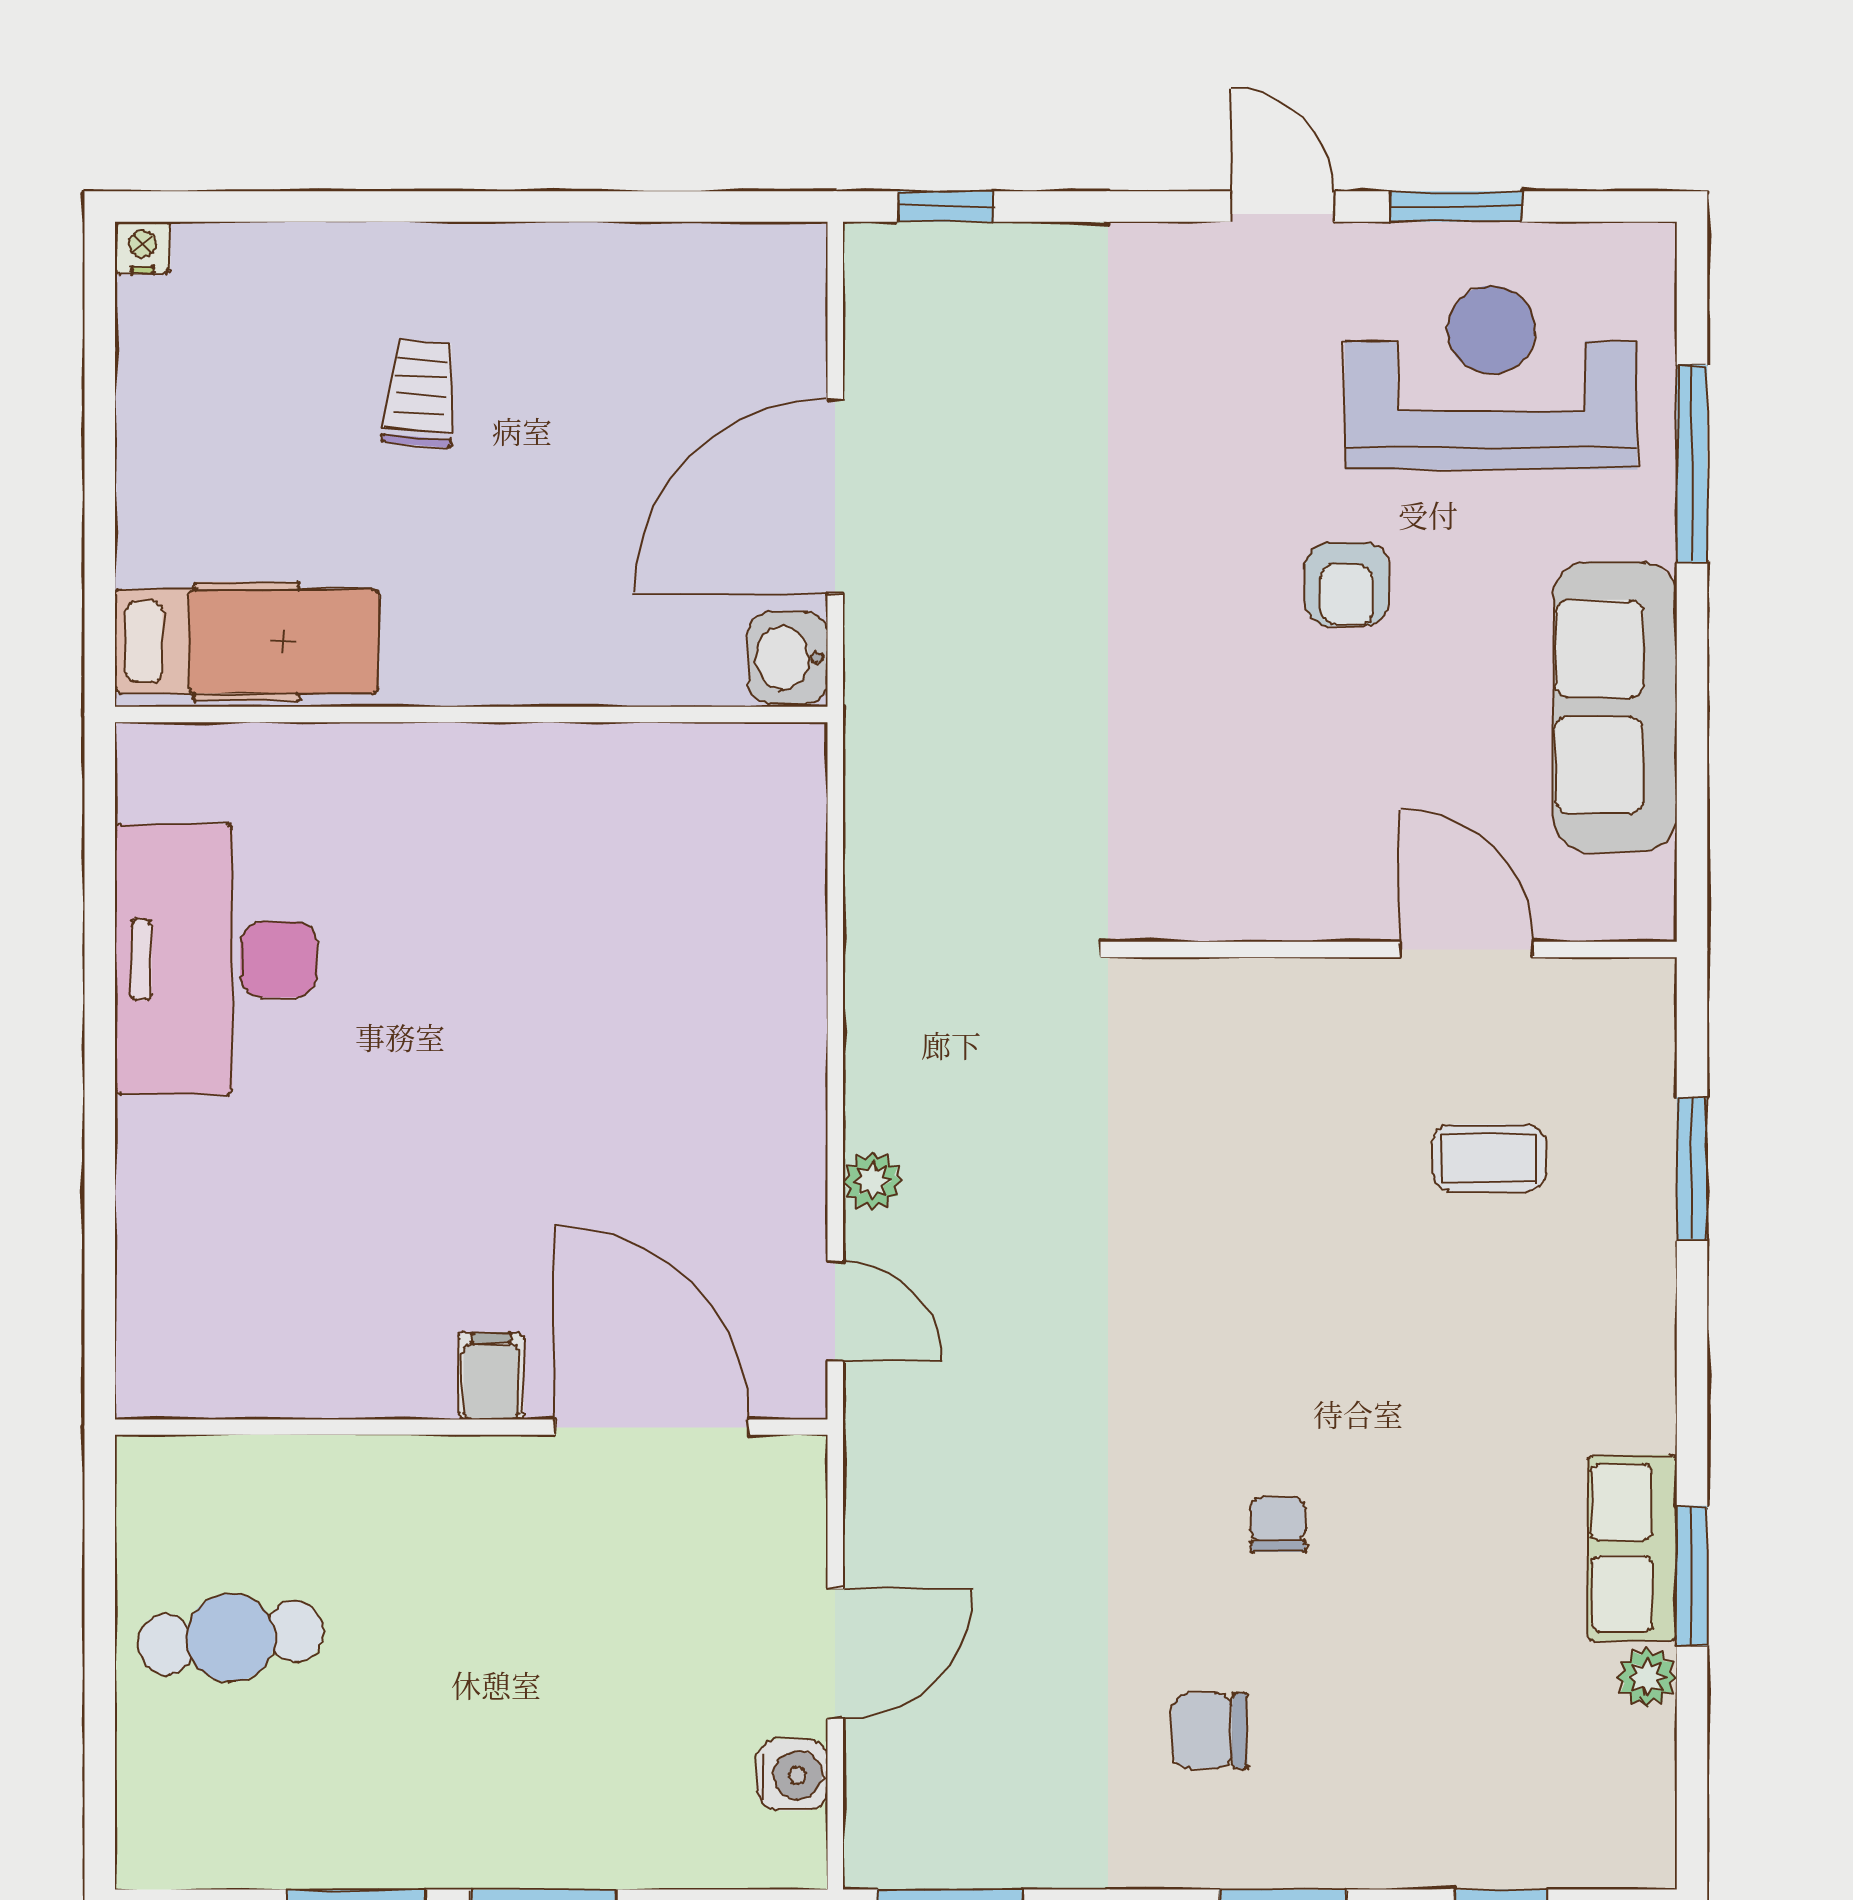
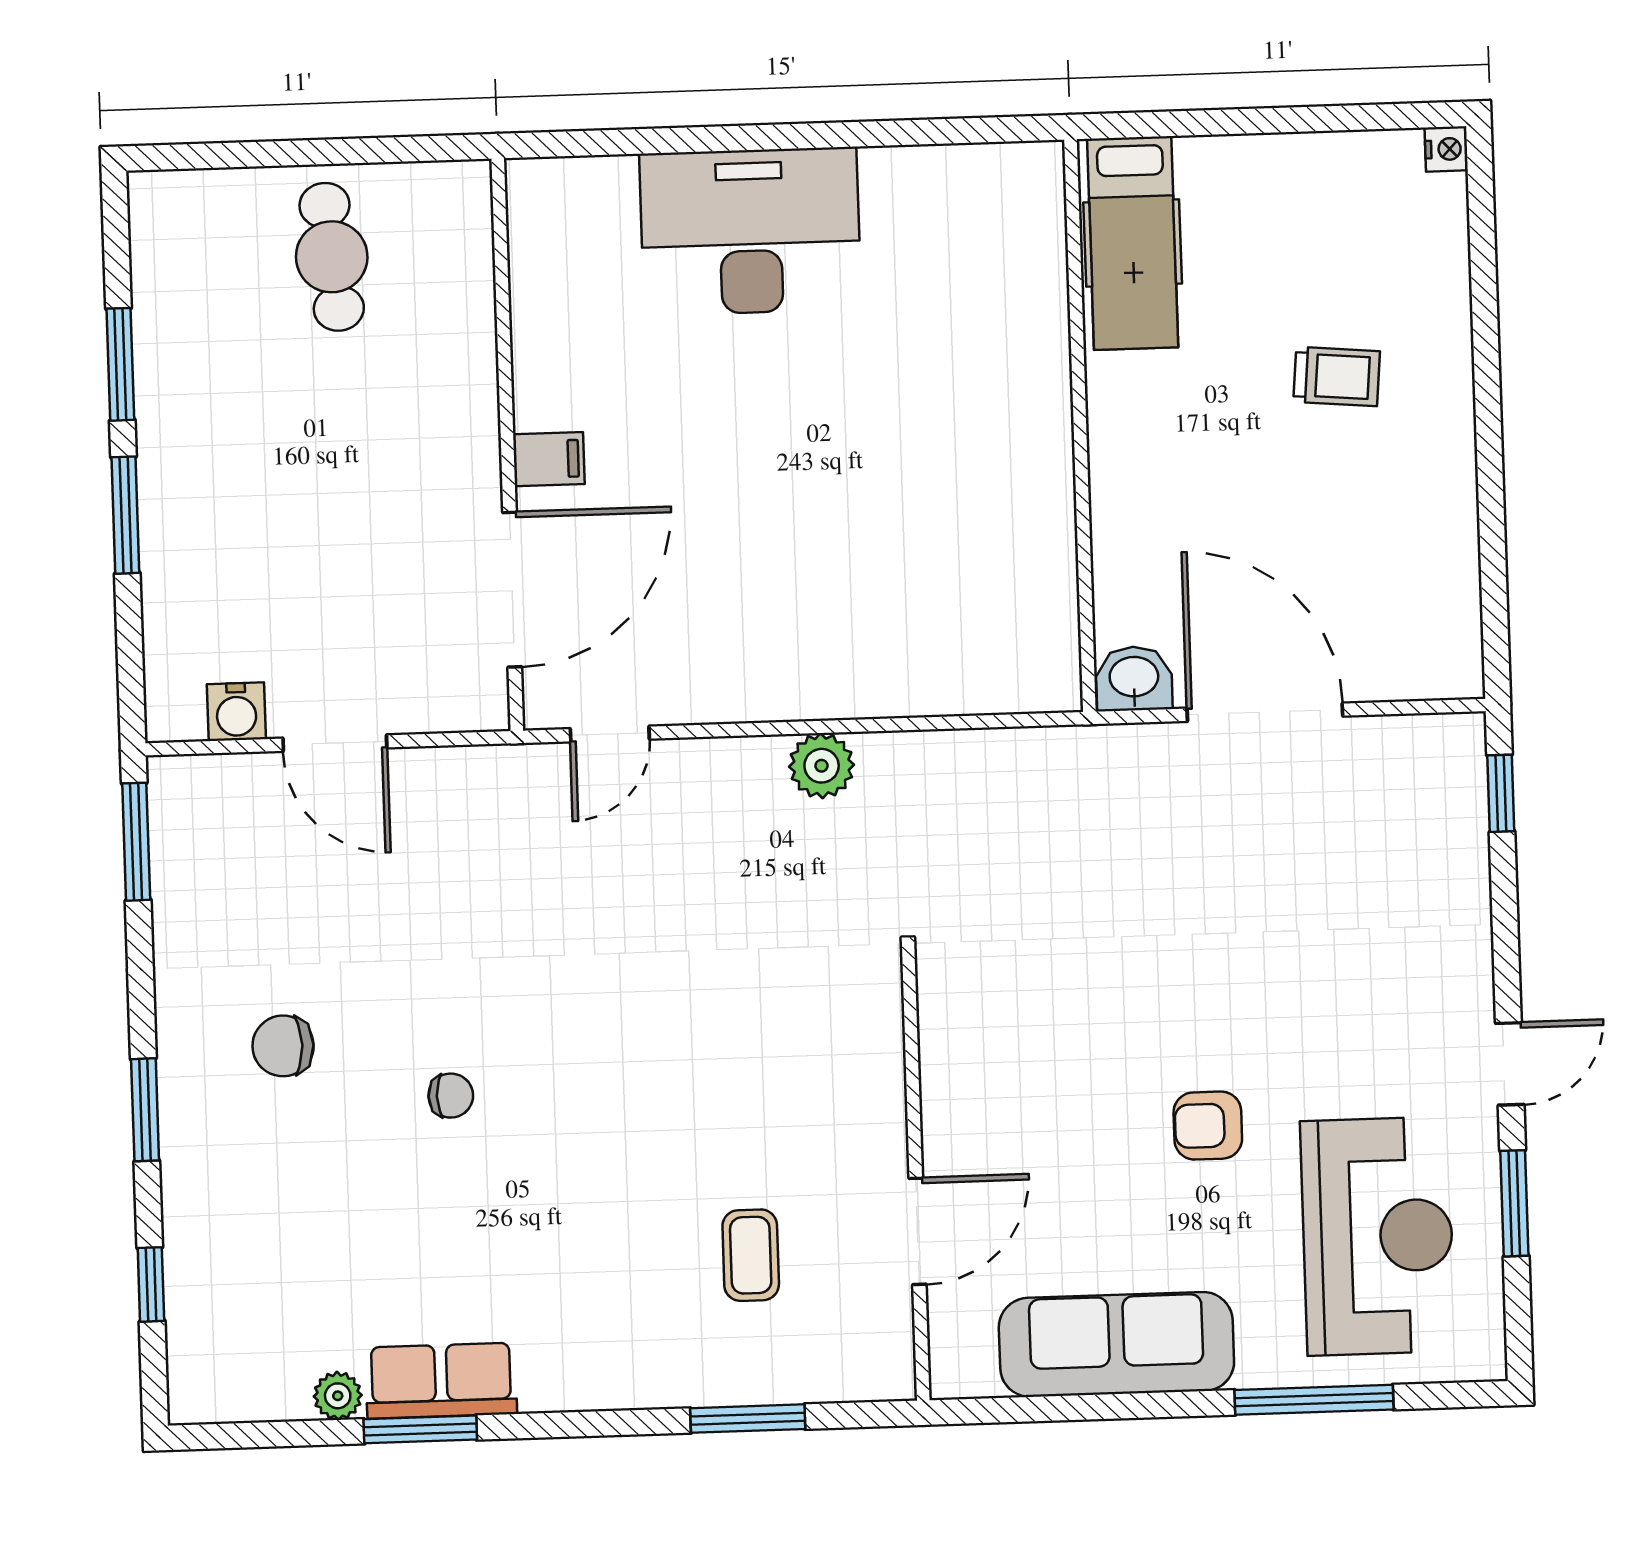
desk: (216, 960) -> (750, 231), moved
plant: (872, 1181) -> (822, 766), moved, width x1.38, depth x1.38
chair: (1210, 1731) -> (283, 1046), turned -90

